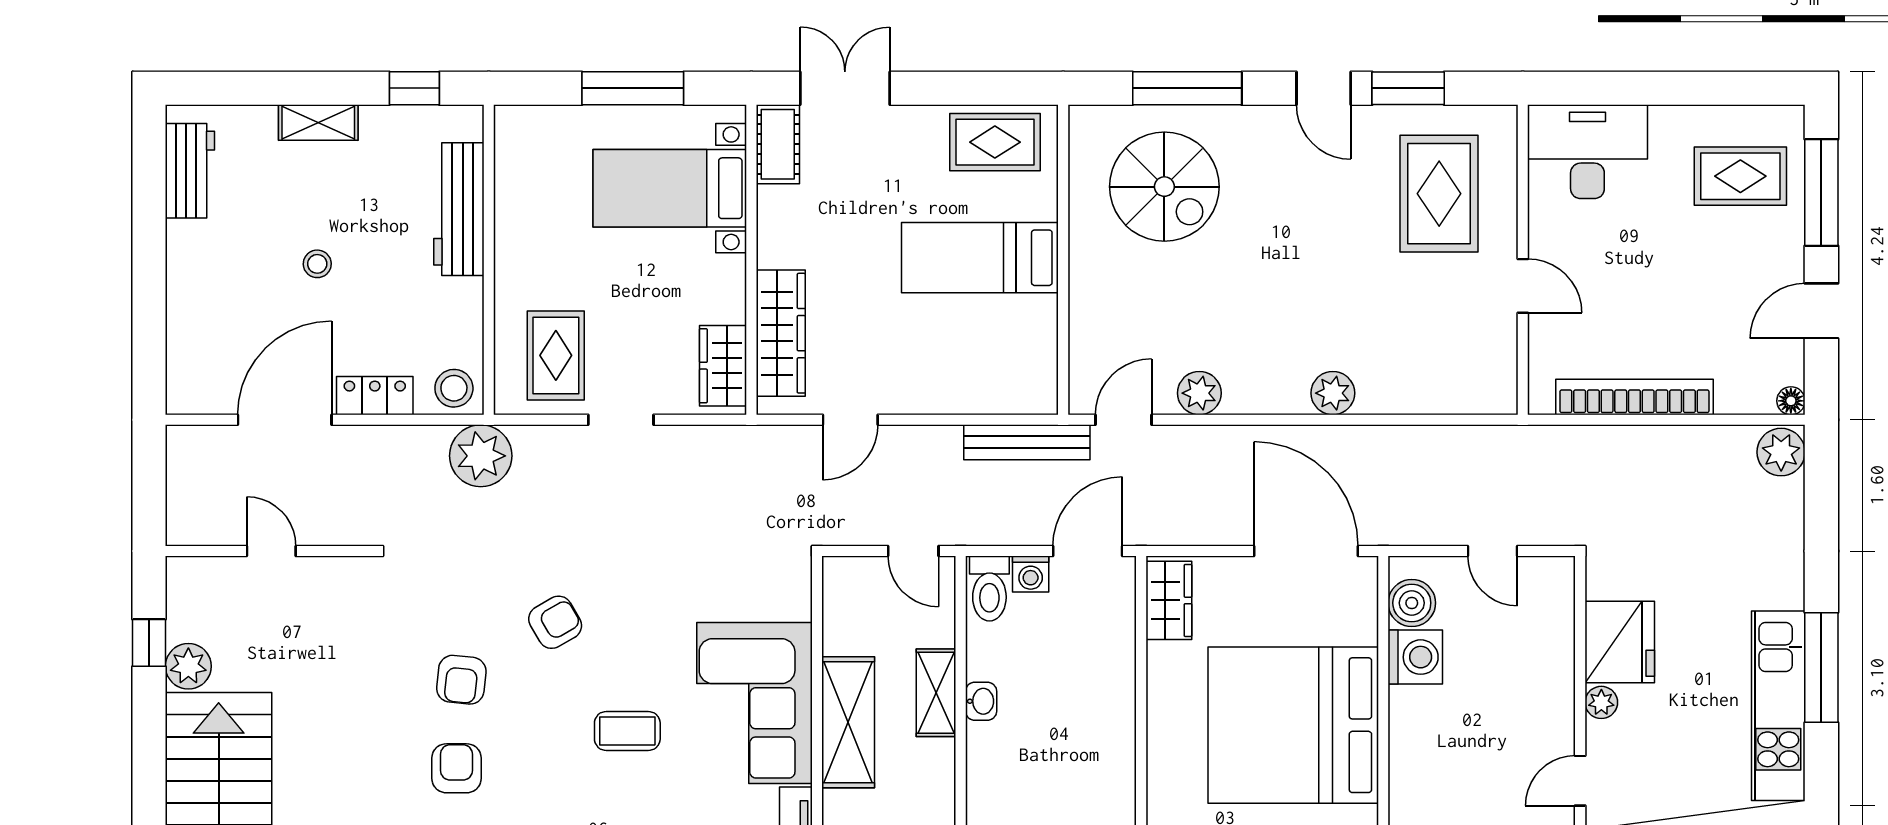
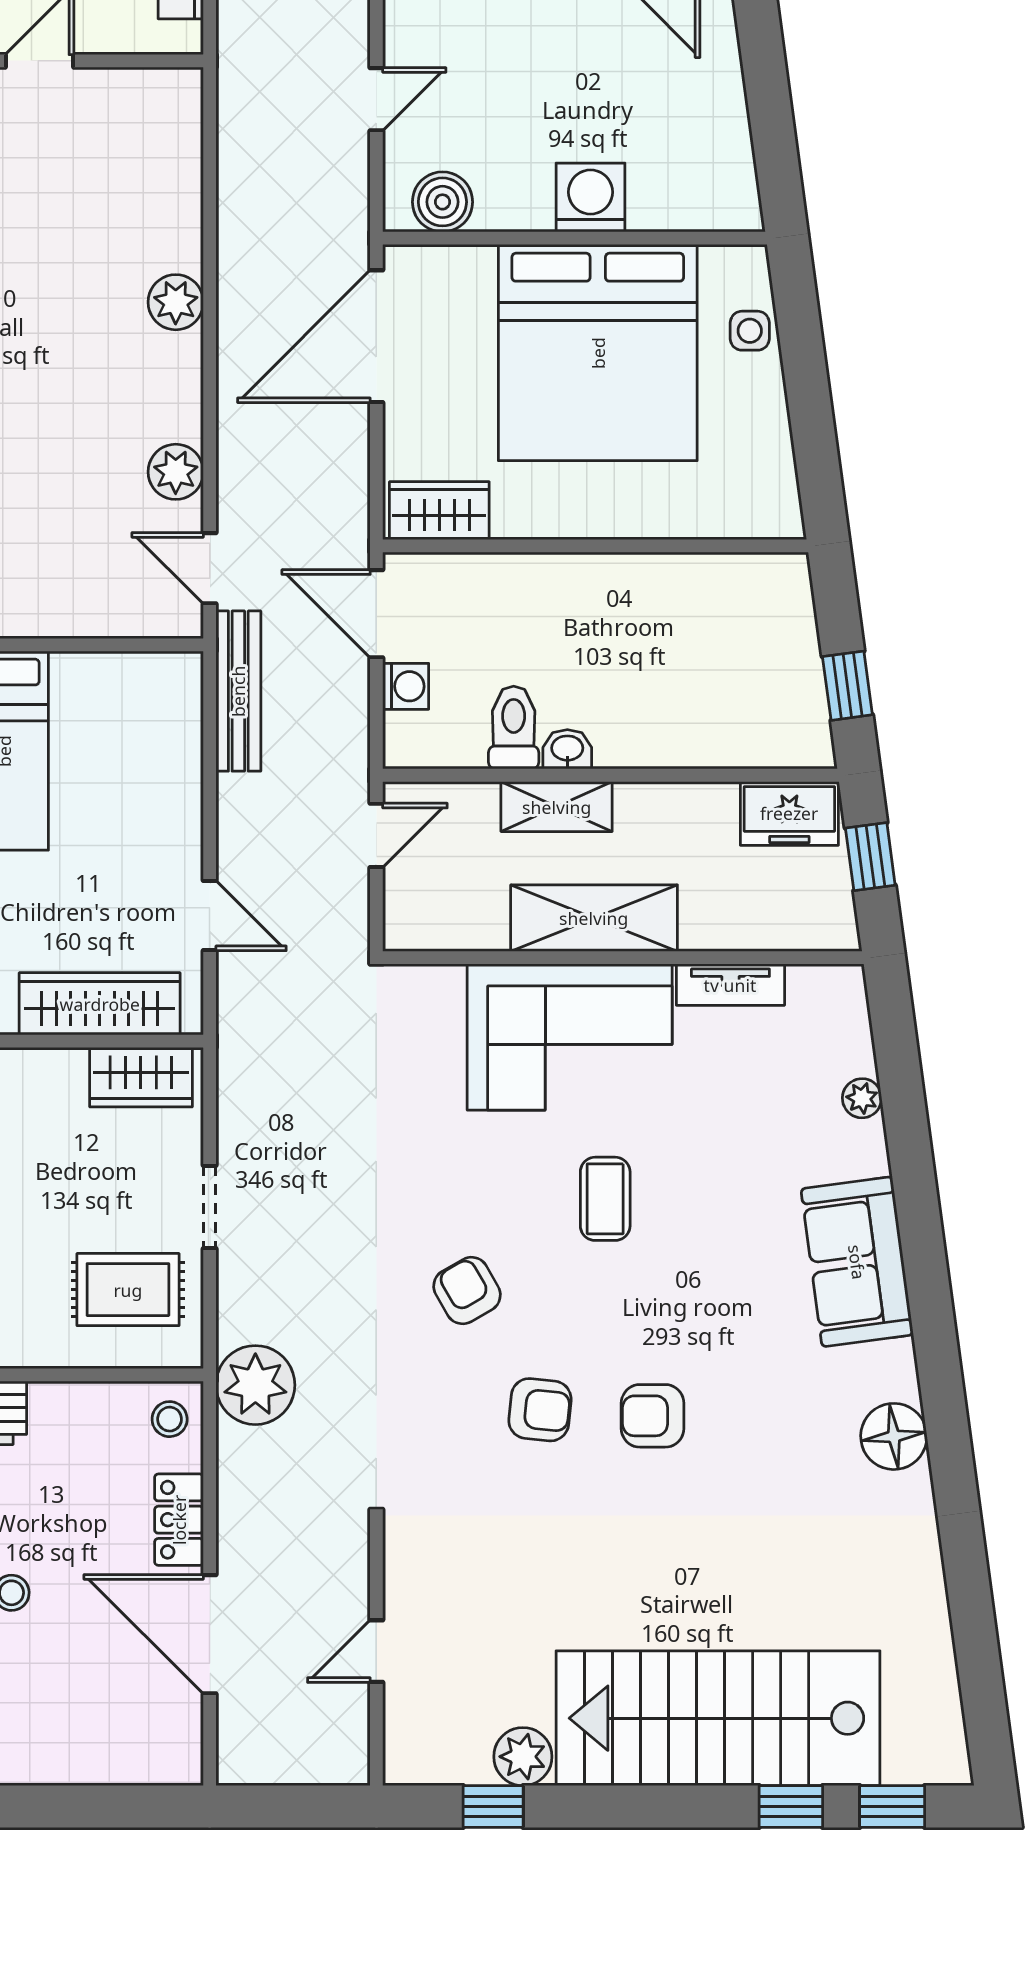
stool: (454, 388) -> (170, 1419), width x0.73, depth x0.73
toilet: (989, 589) -> (514, 728), moved, turned -90
washing machine: (1415, 657) -> (591, 198), moved

